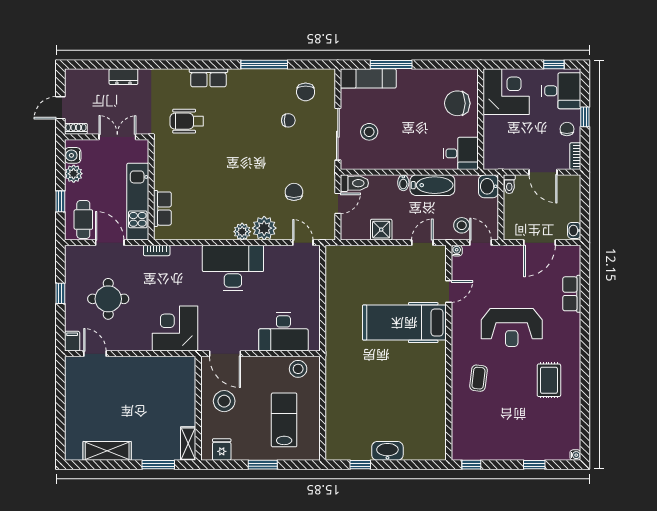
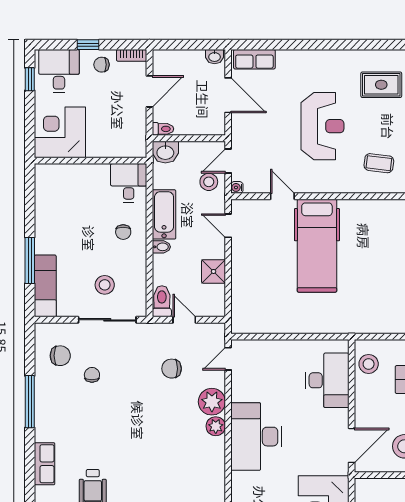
chair: (457, 103) -> (123, 232), moved, width x0.54, depth x0.54
row of seats: (572, 294) -> (254, 59), moved

